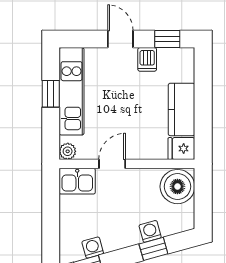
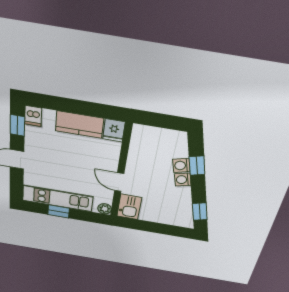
dishwasher: (147, 59) -> (33, 116), moved, turned 90
boiler: (177, 187) -> (147, 139), removed
washing machine: (93, 248) -> (183, 180), moved

